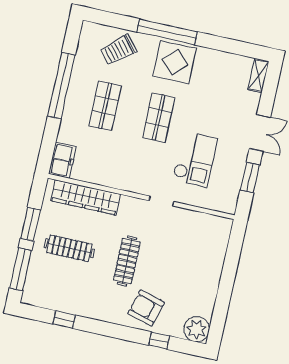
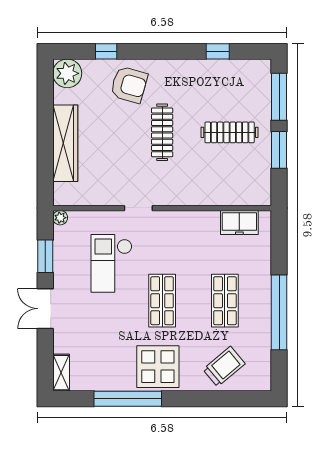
window: (167, 32) -> (128, 399), moved
freezer: (62, 160) -> (239, 223), moved, turned -90
wardrobe: (86, 197) -> (65, 143), moved, turned 90
plant: (230, 208) -> (60, 218), added

